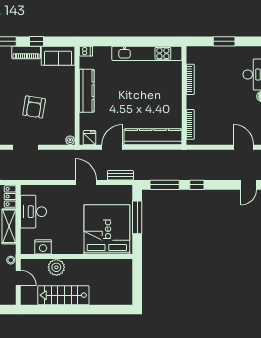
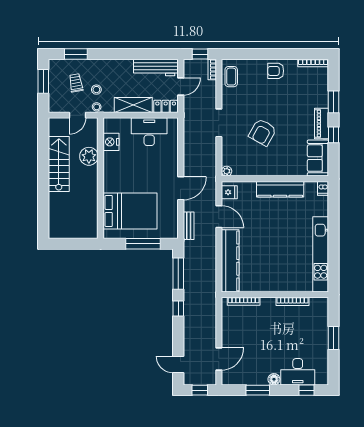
armchair: (34, 107) -> (263, 132), turned -70
bed: (107, 229) -> (130, 211), width x0.73

